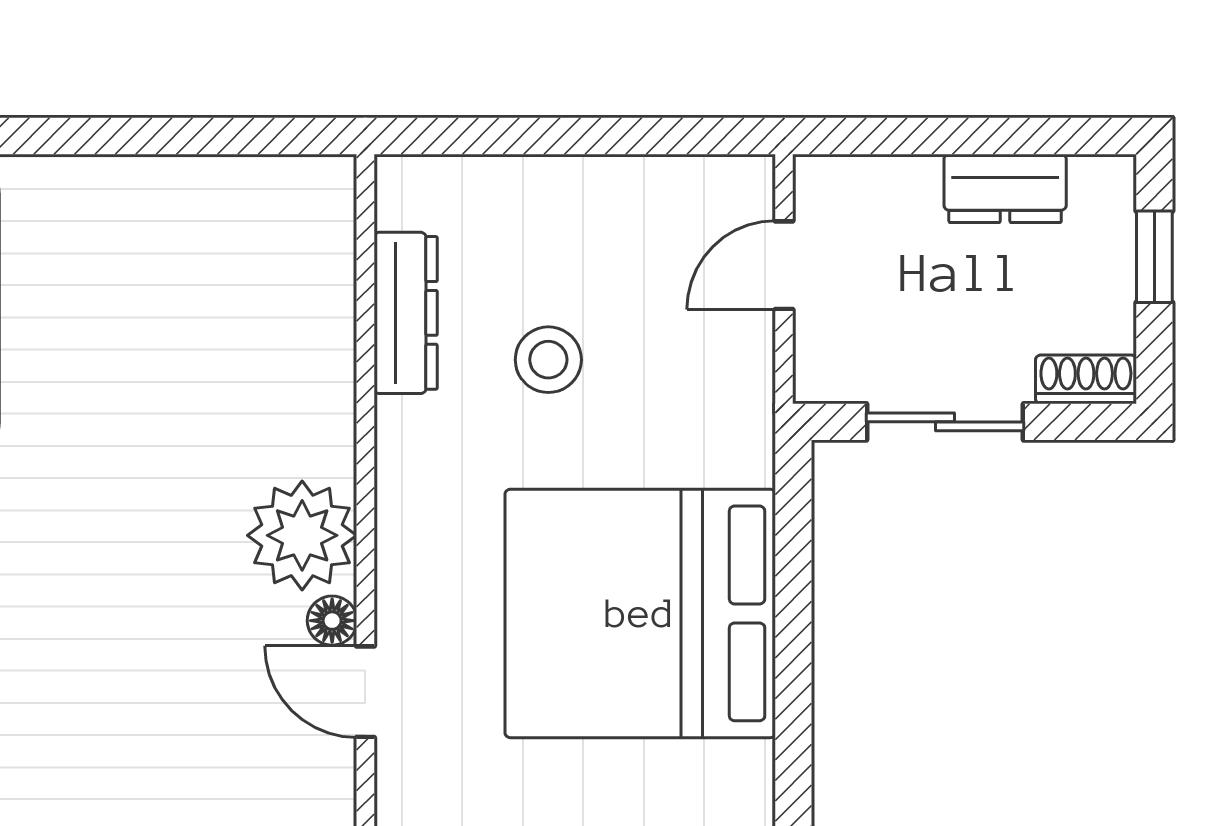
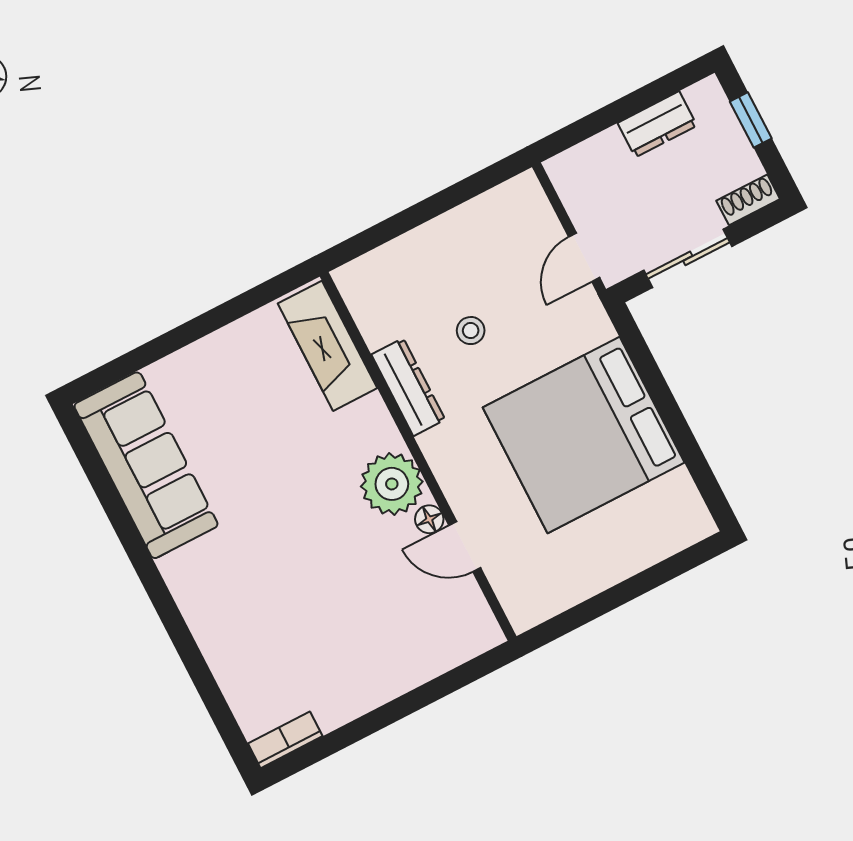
door: (784, 265) -> (584, 257), moved
fireplace: (313, 268) -> (328, 346), added
dresser: (406, 313) -> (408, 387), moved
stool: (548, 360) -> (471, 331), width x0.73, depth x0.73

